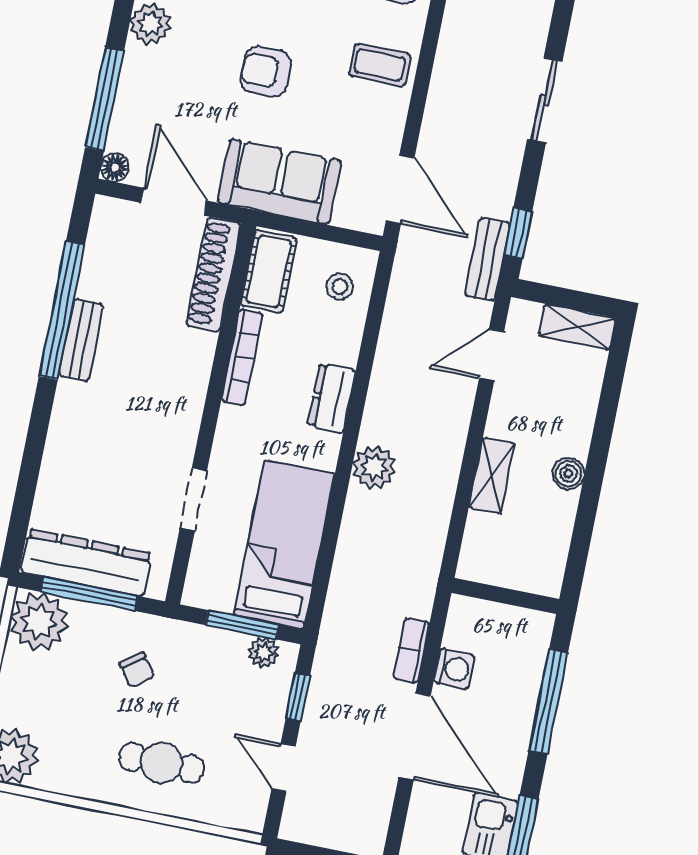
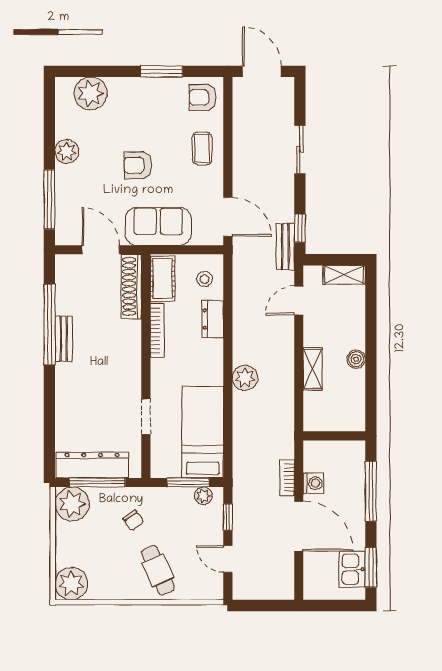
coffee table: (380, 65) -> (202, 148), turned 90
floor lamp: (115, 168) -> (63, 237), removed
dresser: (332, 398) -> (213, 319), moved
cafe table: (162, 763) -> (158, 570), turned 66

